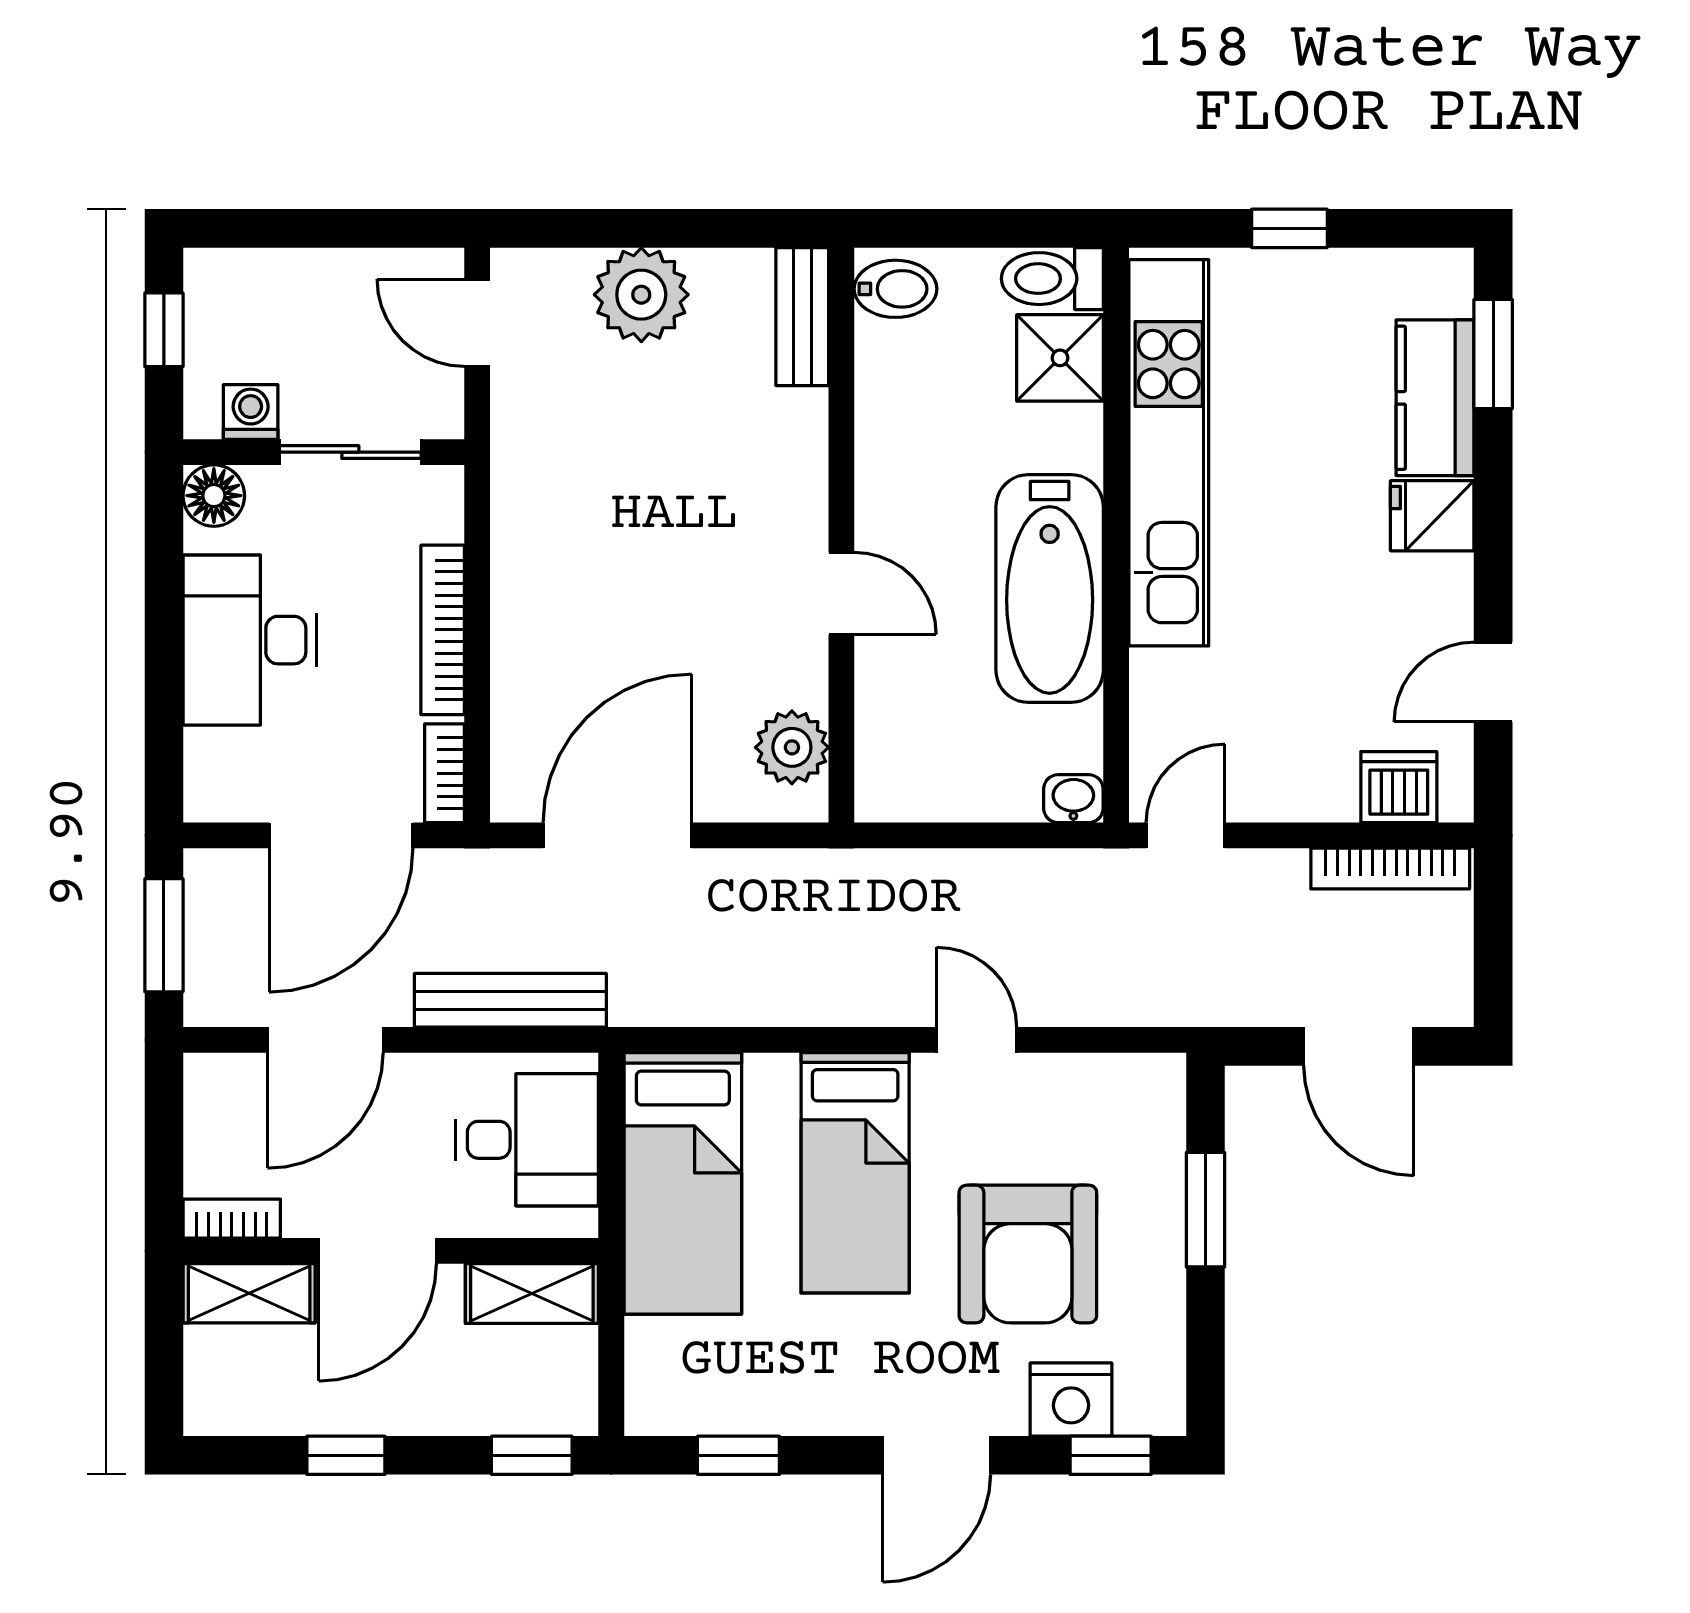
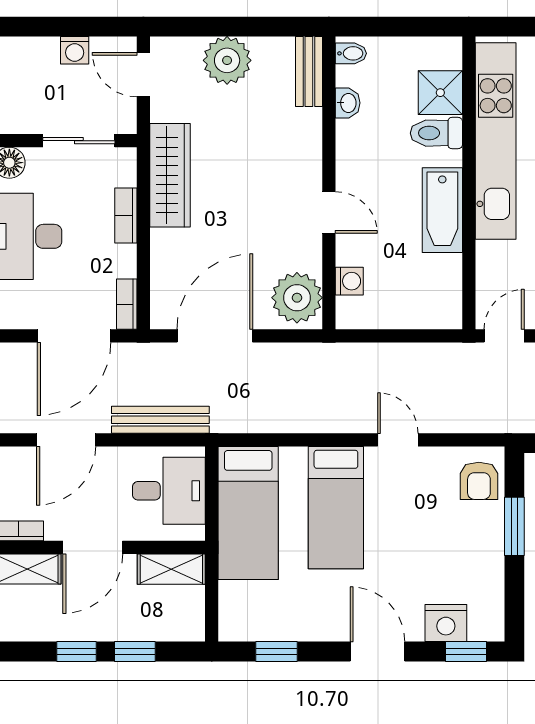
toilet: (1052, 279) -> (436, 133), moved
bidet: (895, 289) -> (351, 53), width x0.72, depth x0.74
washing machine: (251, 412) -> (75, 50), moved, turned 180
wardrobe: (529, 520) -> (170, 175), added
bathtub: (1050, 589) -> (442, 210), width x0.73, depth x0.73
bookcase: (443, 630) -> (126, 216), width x0.64
washing machine: (881, 728) -> (349, 281), added
plant: (792, 747) -> (297, 298), width x1.36, depth x1.36
washbasin: (1073, 799) -> (348, 103), moved, turned 90
armchair: (1028, 1254) -> (479, 481), moved, width x0.53, depth x0.53
window: (532, 1455) -> (135, 651), moved
door: (937, 1455) -> (377, 651), swing flipped

